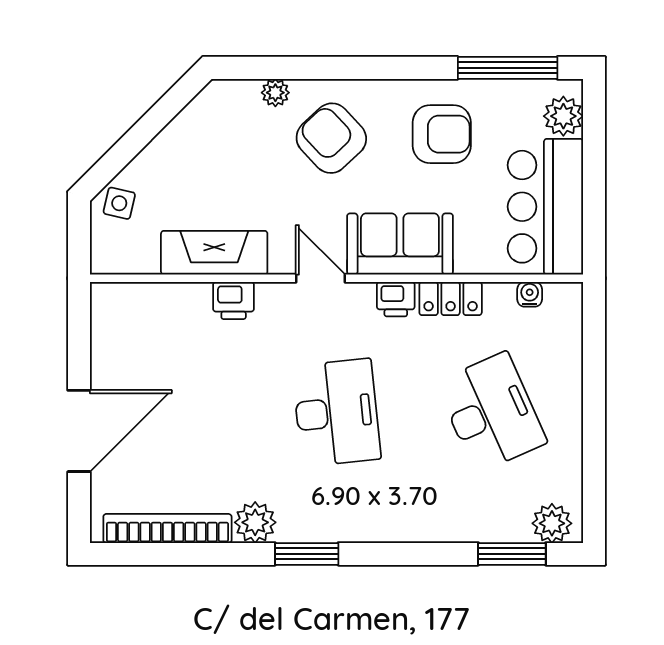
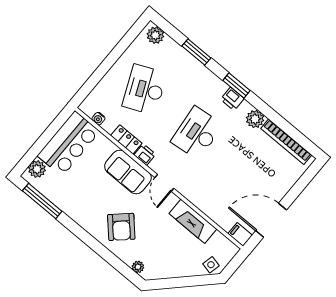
plant: (275, 93) -> (138, 267), moved
armchair: (442, 134) -> (83, 197), removed
filing cabinet: (113, 299) -> (240, 234), added
printer: (234, 300) -> (232, 99), moved, turned 180
door: (79, 431) -> (271, 220), moved
window: (307, 554) -> (236, 86), moved
window: (512, 554) -> (196, 52), moved

